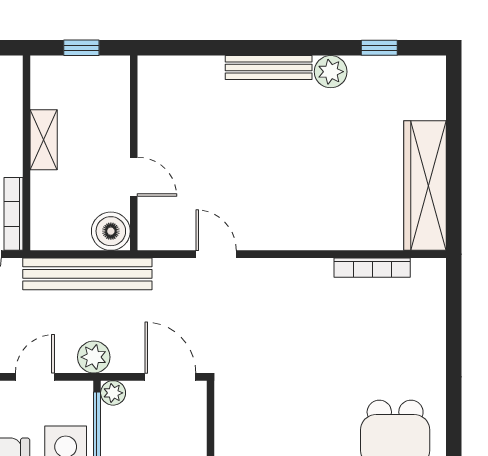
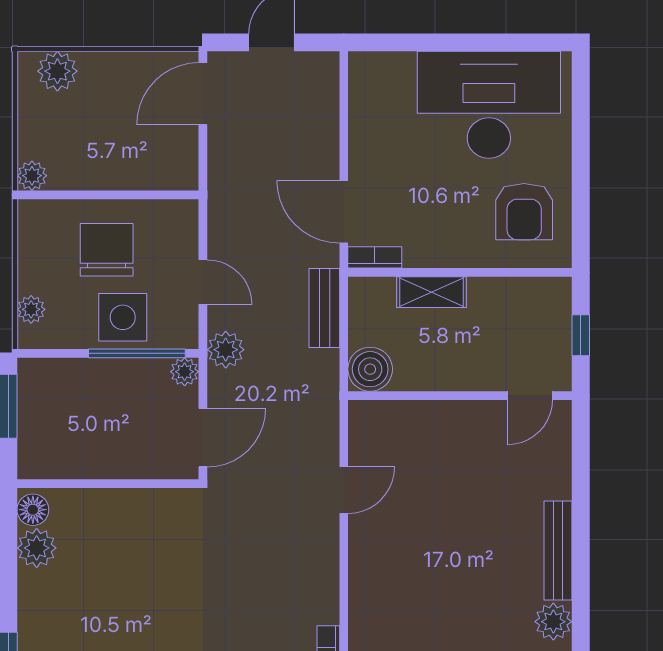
shelving: (44, 140) -> (432, 292), moved
door: (134, 177) -> (530, 396), moved
bookcase: (13, 214) -> (375, 257), width x0.64
bench: (87, 274) -> (324, 308), width x0.54, depth x0.82

